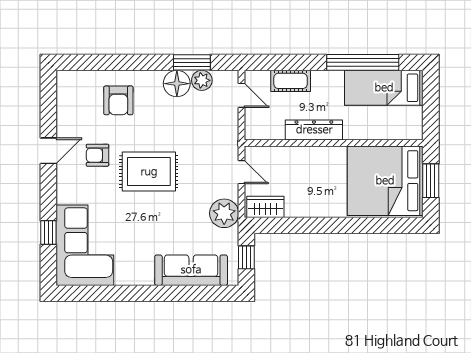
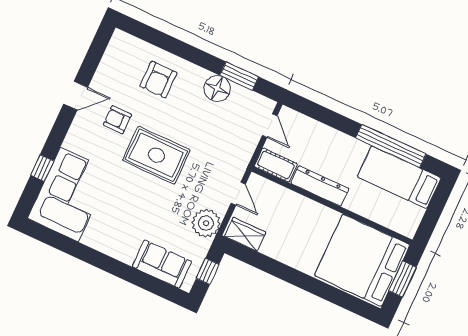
plant: (202, 80) -> (241, 96), removed
cot: (291, 81) -> (276, 165), moved
sofa: (191, 270) -> (162, 264), width x0.73

